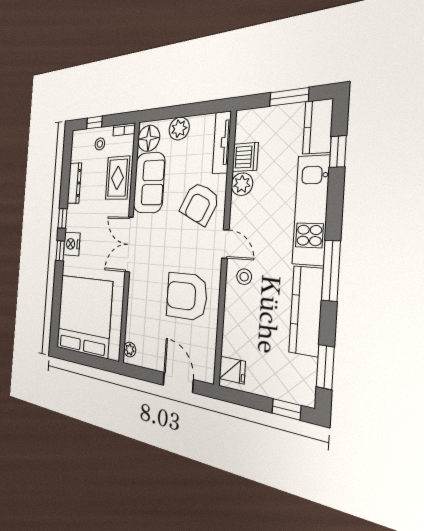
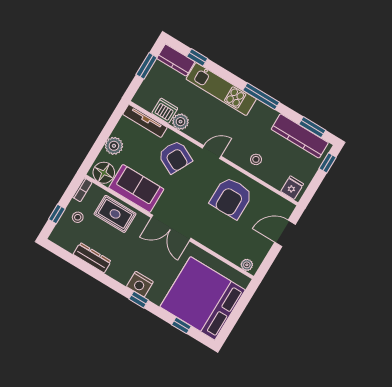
window: (62, 218) -> (181, 325), moved
stool: (244, 277) -> (256, 159), moved
kitchen counter: (306, 311) -> (300, 136), moved

